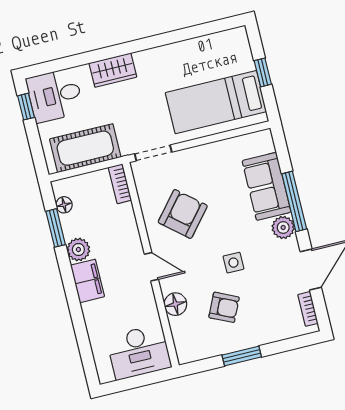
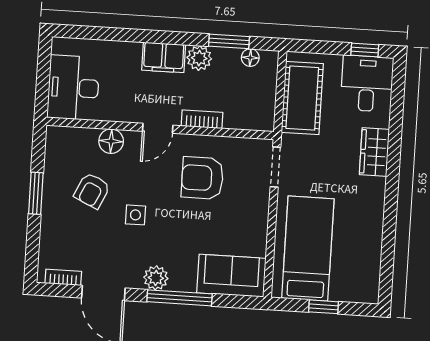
bookcase: (120, 184) -> (202, 119), moved
sofa: (266, 186) -> (231, 276), moved
armchair: (183, 214) -> (202, 178), turned 140

